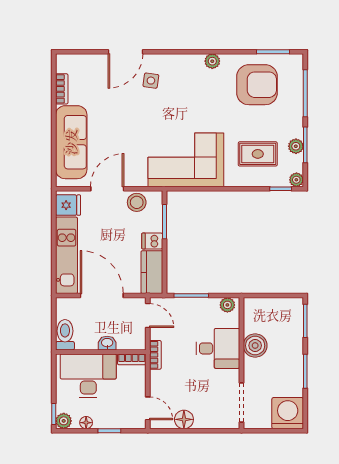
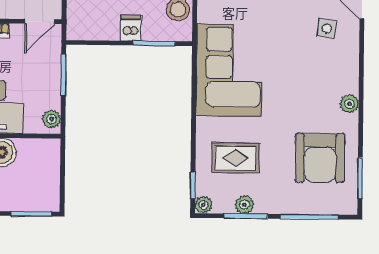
rug: (258, 154) -> (236, 158), turned 90
kitchen counter: (152, 272) -> (93, 27), removed

